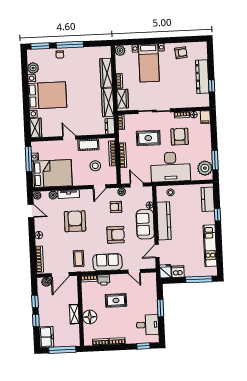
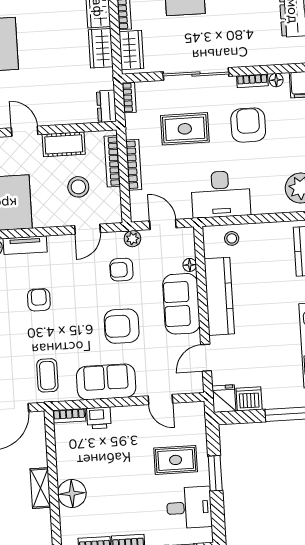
wardrobe: (108, 102) -> (101, 48), width x0.67
desk: (170, 167) -> (221, 194), width x0.73, depth x0.77
armchair: (75, 221) -> (39, 300), width x0.53, depth x0.53
armchair: (116, 235) -> (122, 326), turned 180
rug: (116, 300) -> (176, 460), moved

